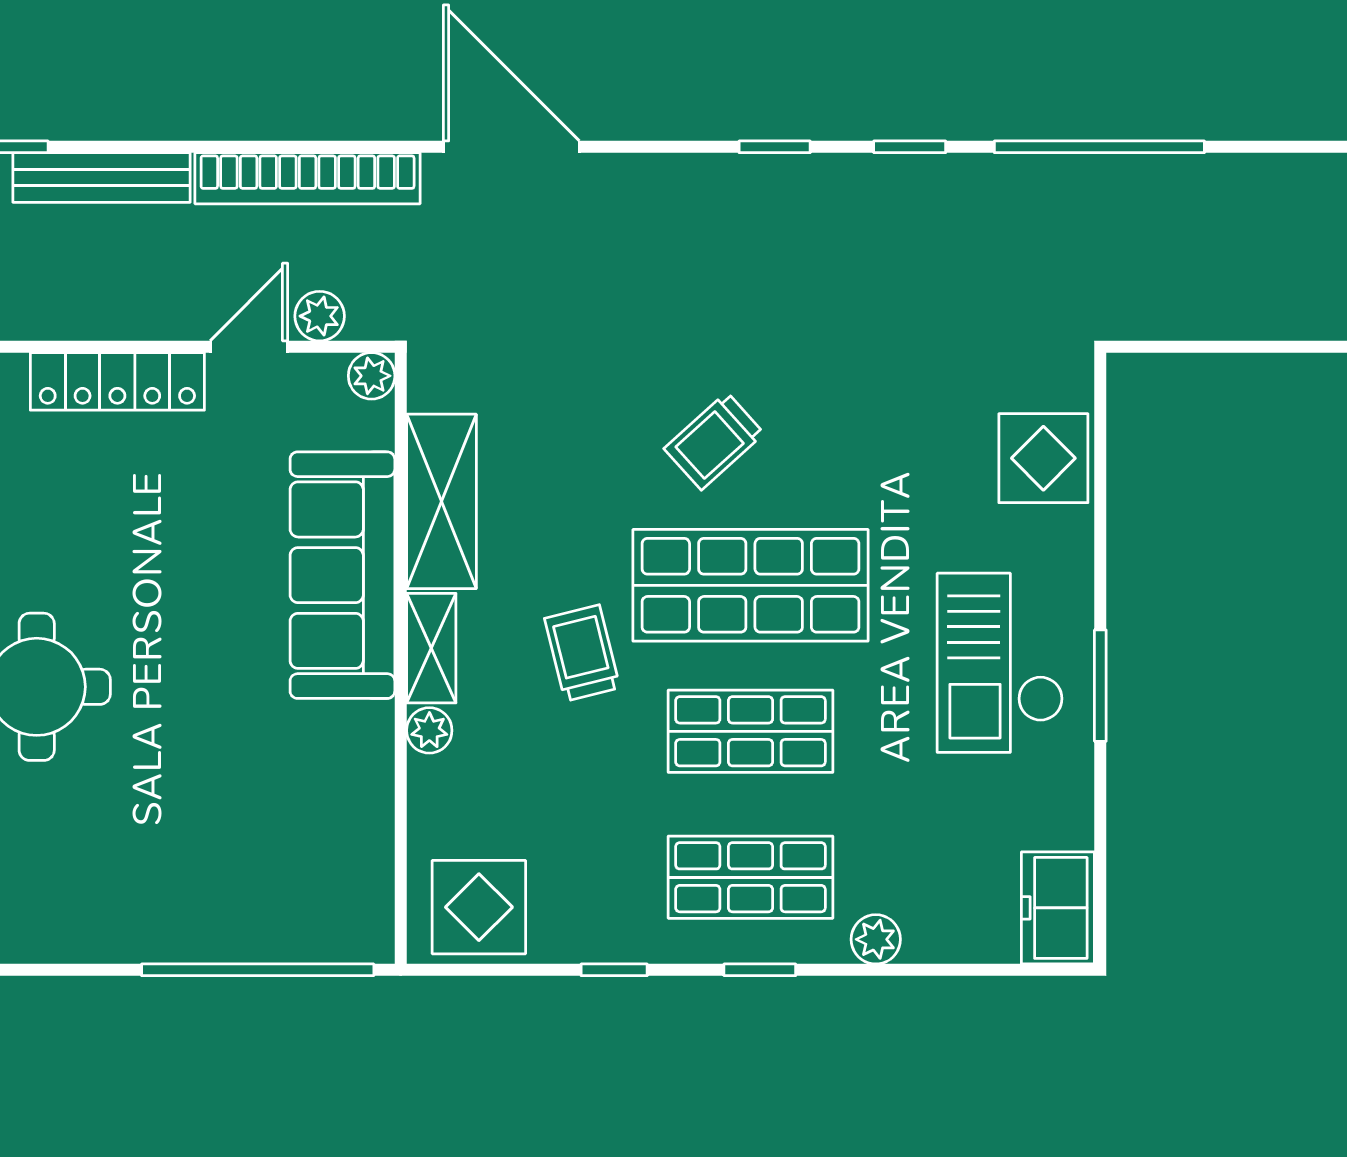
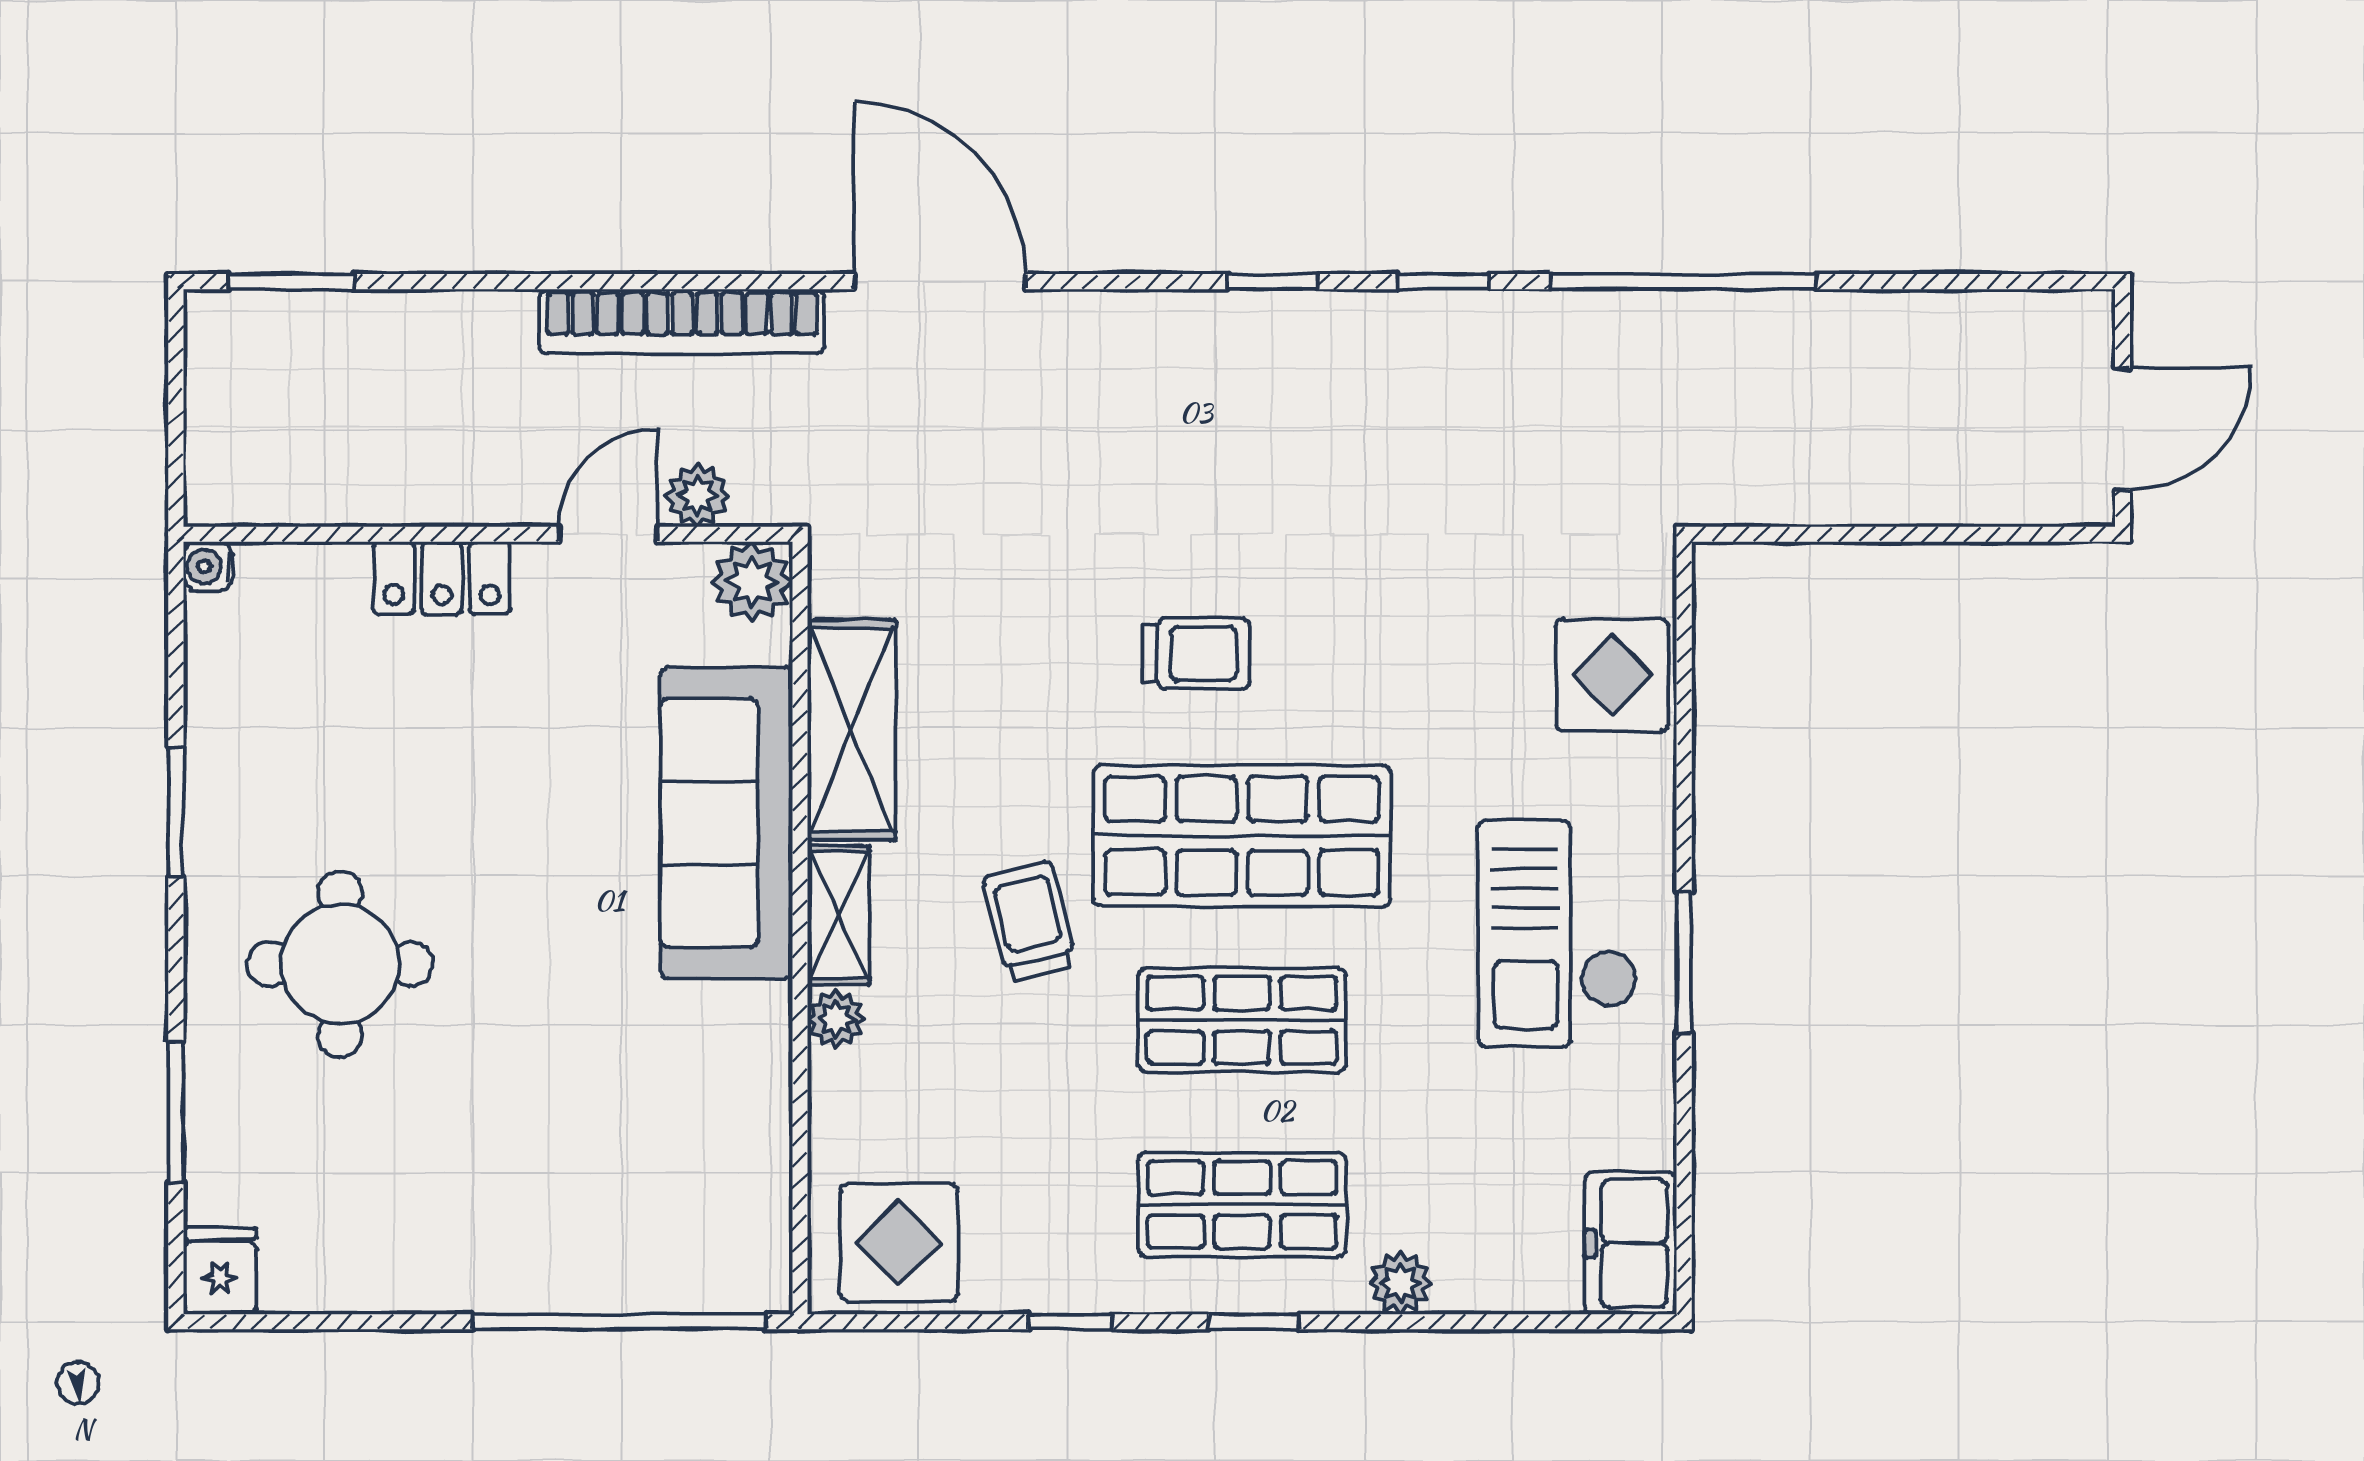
bench: (102, 178) -> (422, 320), removed
plant: (372, 376) -> (752, 582), width x1.38, depth x1.38
locker: (117, 381) -> (442, 578), width x0.66
trolley: (714, 441) -> (1196, 653), turned -138

